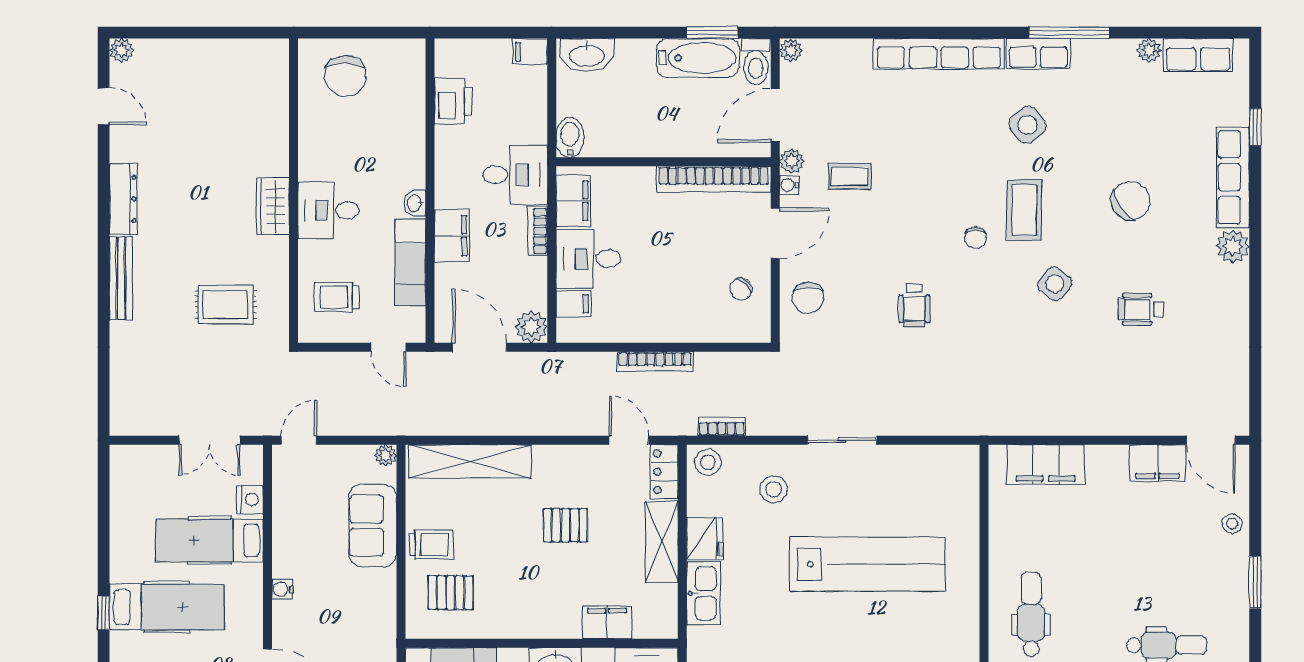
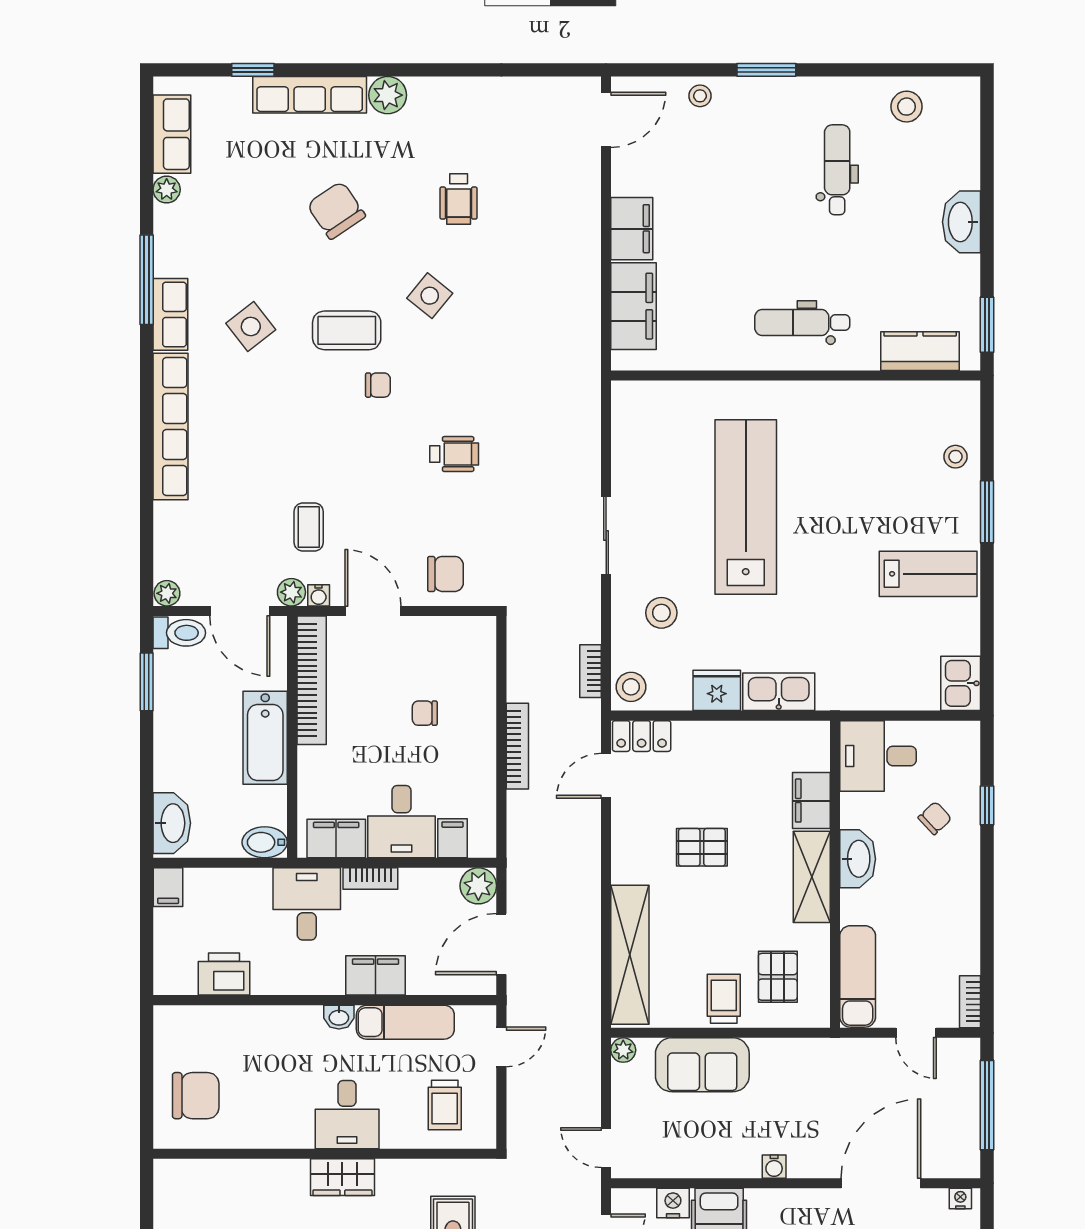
bathtub: (698, 58) -> (265, 738), moved, turned 180
chair: (741, 289) -> (425, 713), moved, turned 137
filing cabinet: (1157, 463) -> (632, 229), moved
pallet: (566, 525) -> (702, 847), turned 90
shelving: (662, 542) -> (812, 877), moved, turned 90

